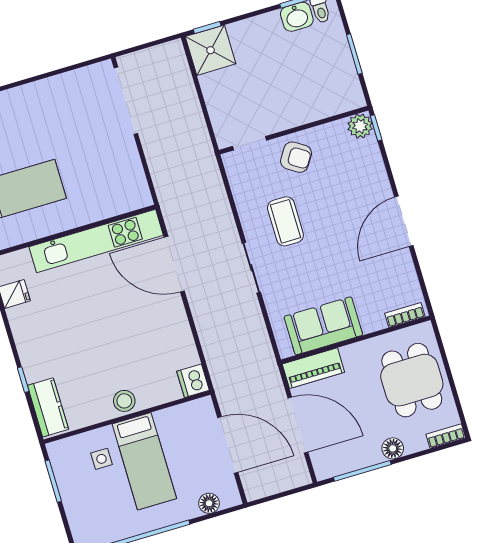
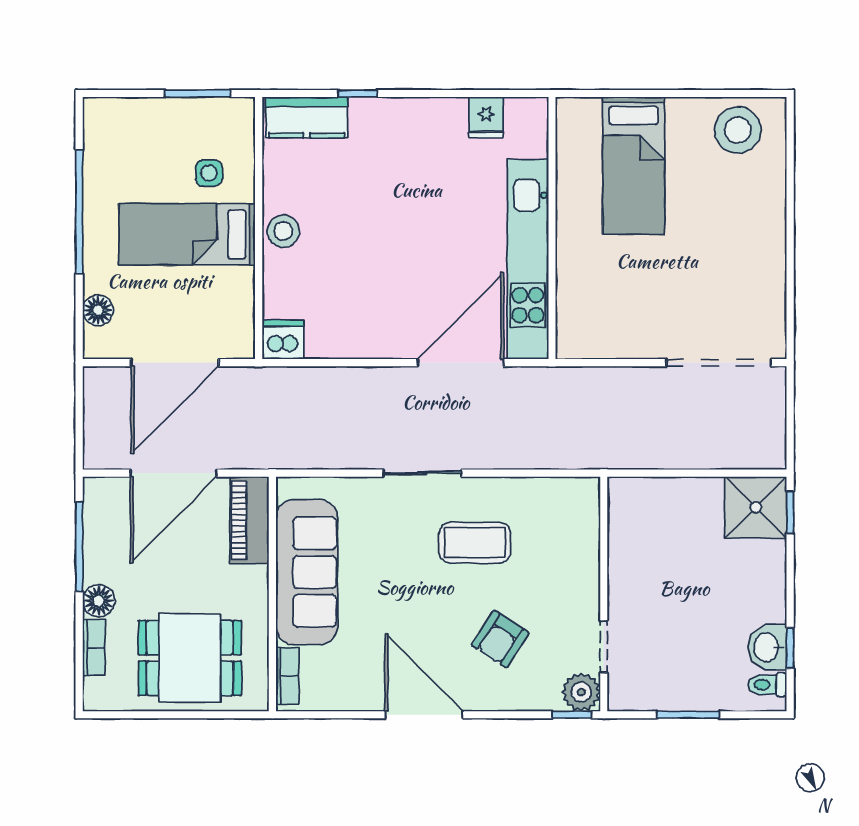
doorway: (250, 143) -> (604, 647), moved
armchair: (296, 157) -> (500, 639), moved
sofa: (323, 326) -> (307, 572), width x1.36
bookcase: (446, 436) -> (94, 648), moved

